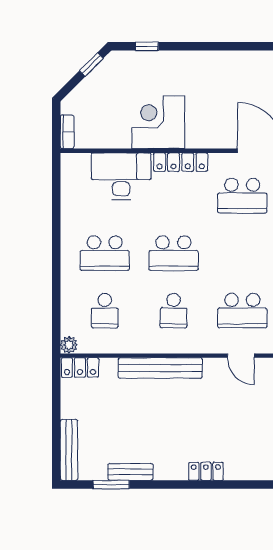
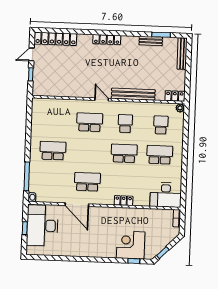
corner desk: (158, 122) -> (131, 245), moved, turned 180
locker: (181, 162) -> (124, 201), width x0.66
desk: (121, 176) -> (166, 195), moved
door: (241, 356) -> (102, 99), moved
locker: (206, 471) -> (107, 40), width x1.53

